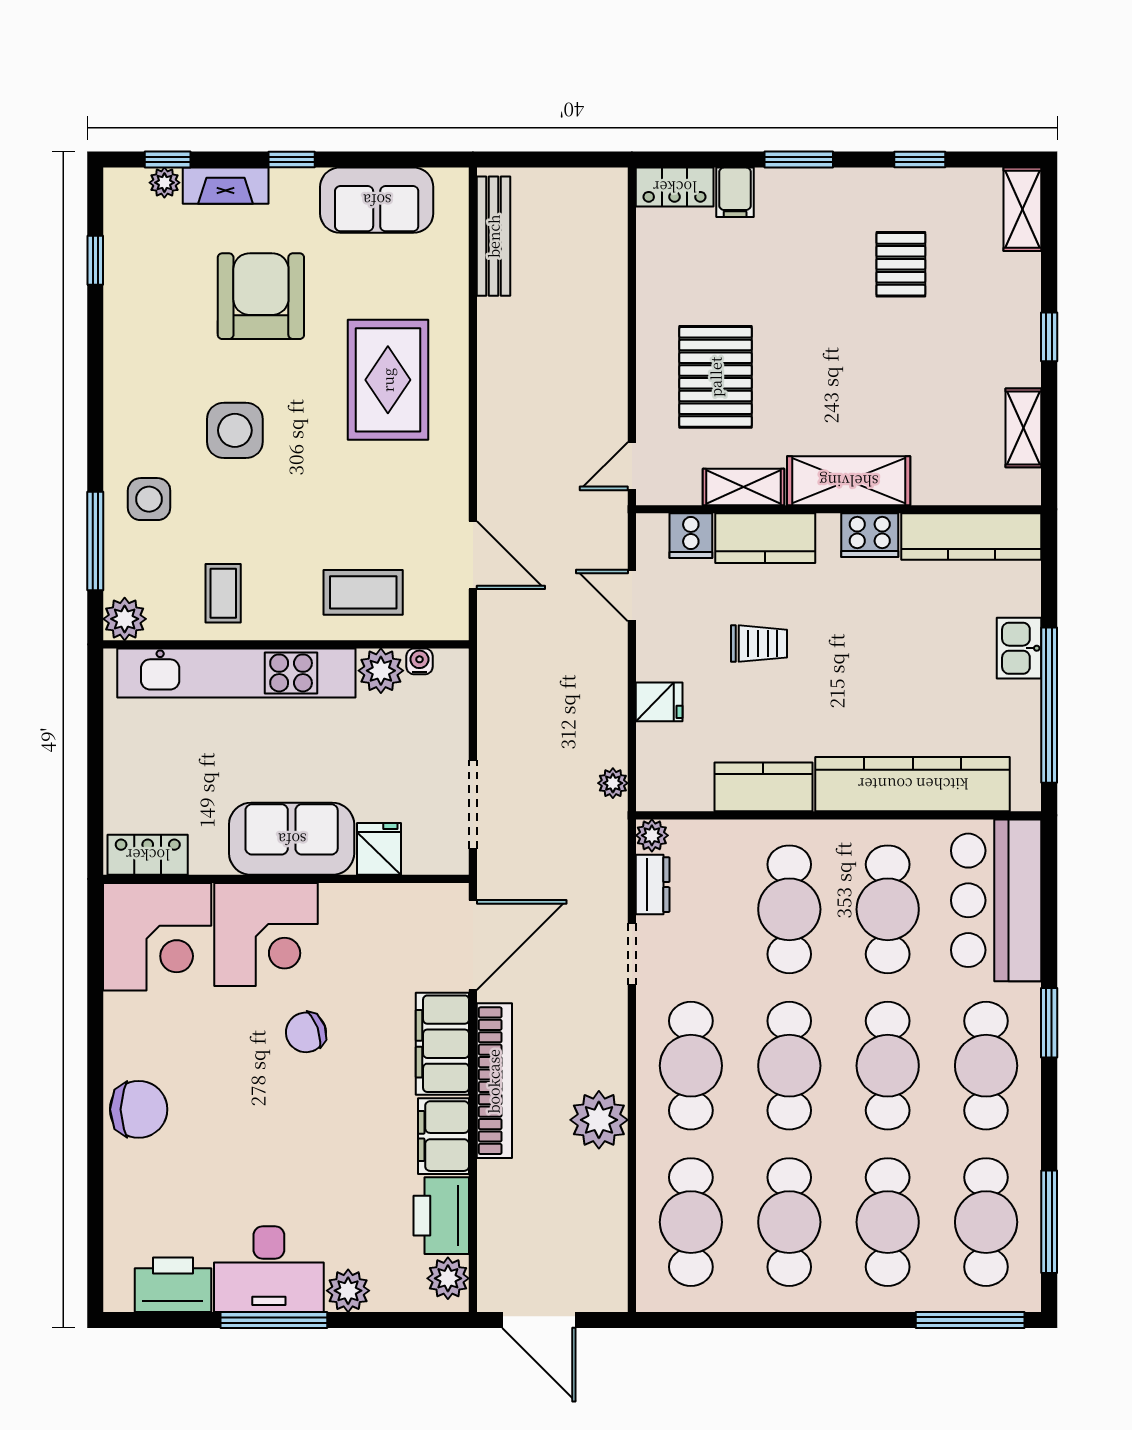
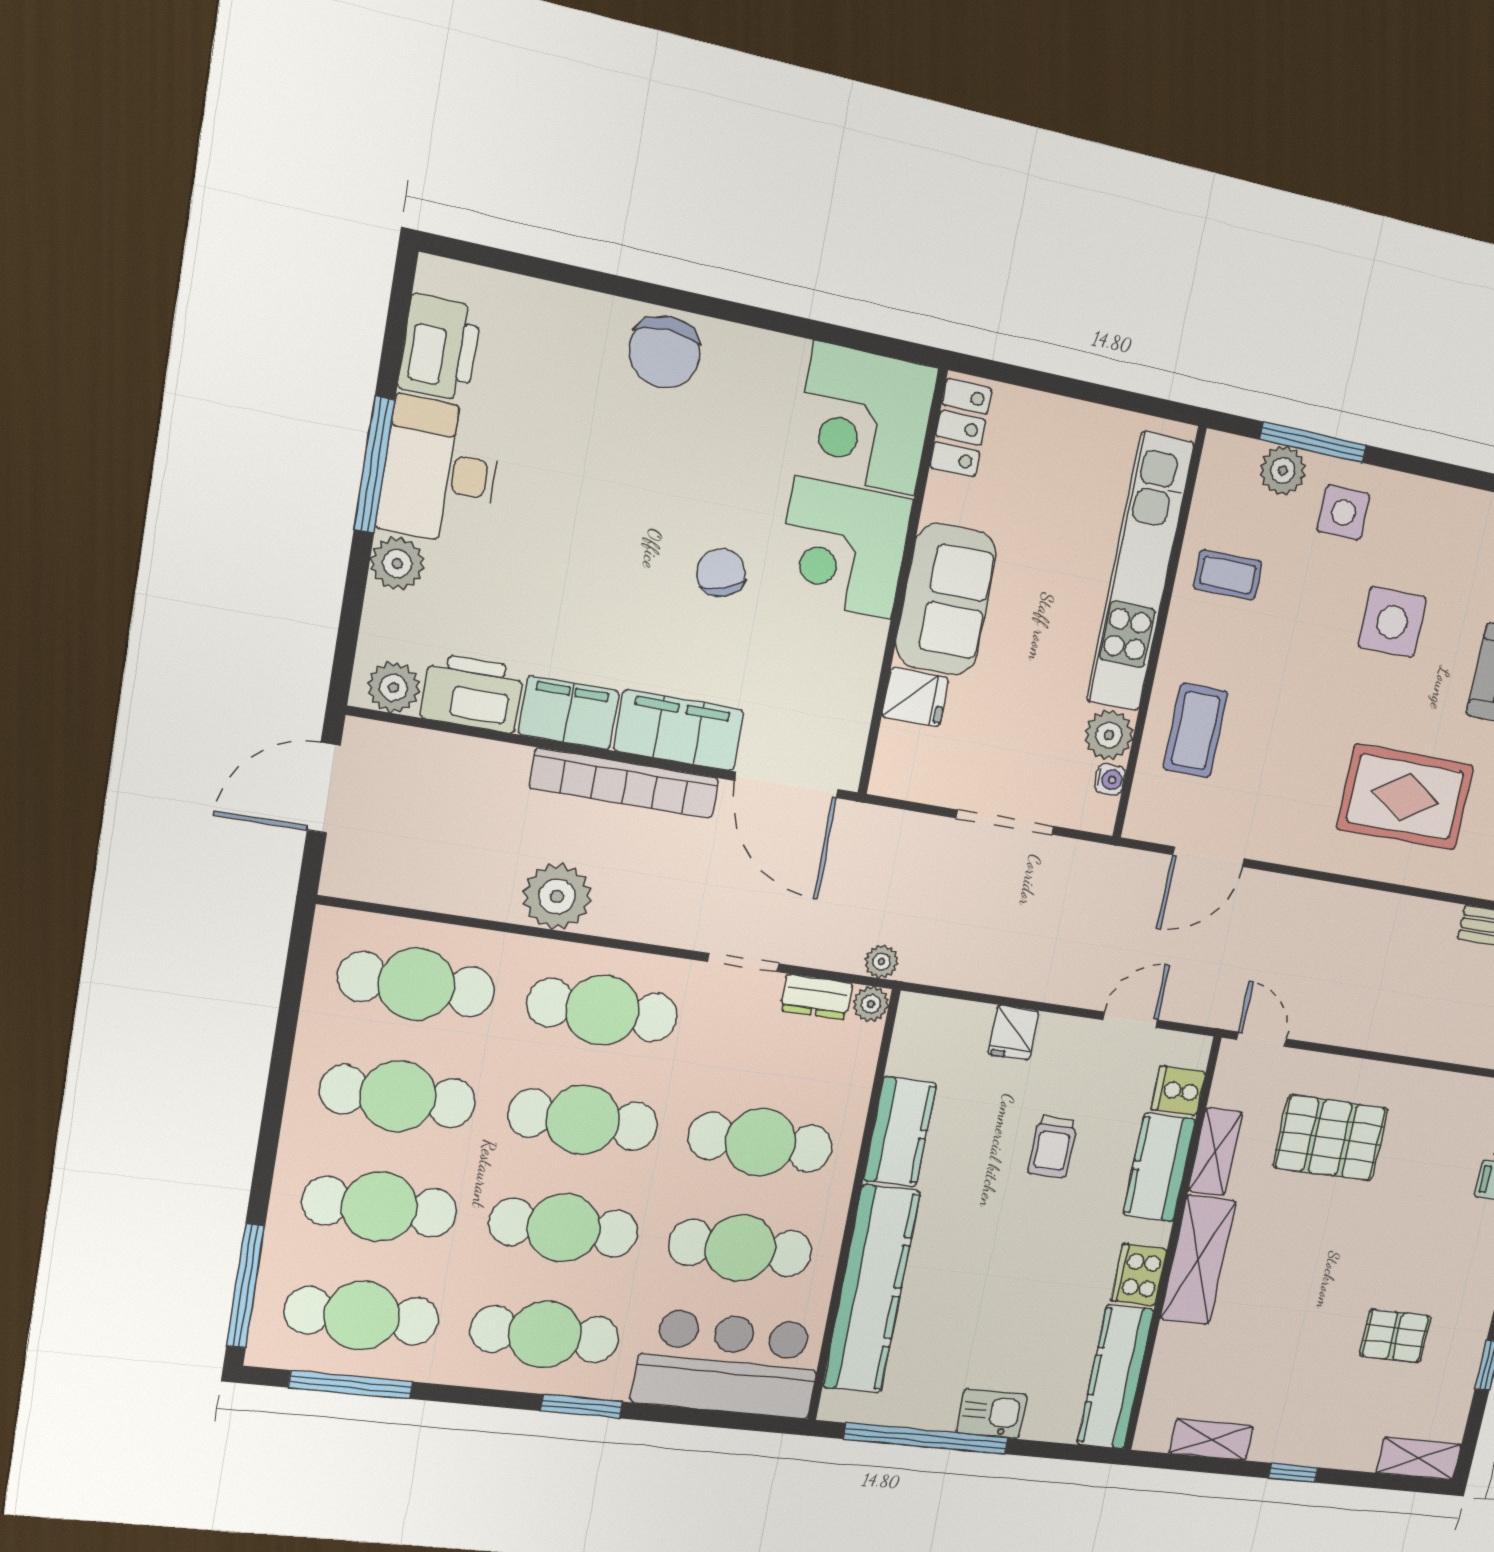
plant: (125, 619) -> (1283, 470), moved
plant: (613, 783) -> (882, 962), moved
doorway: (473, 805) -> (1005, 822), moved

